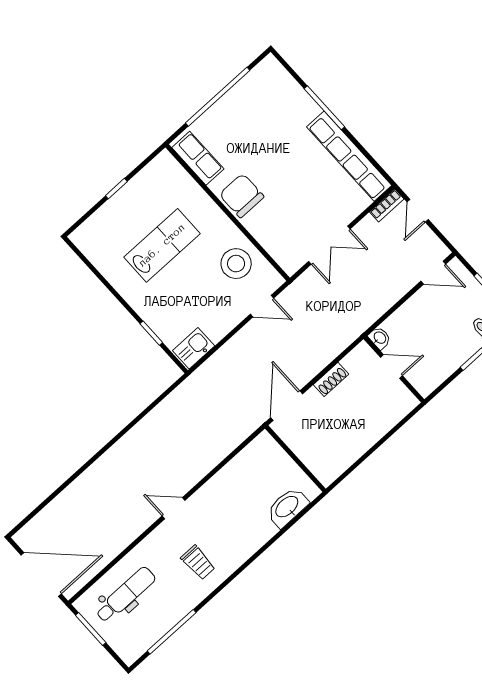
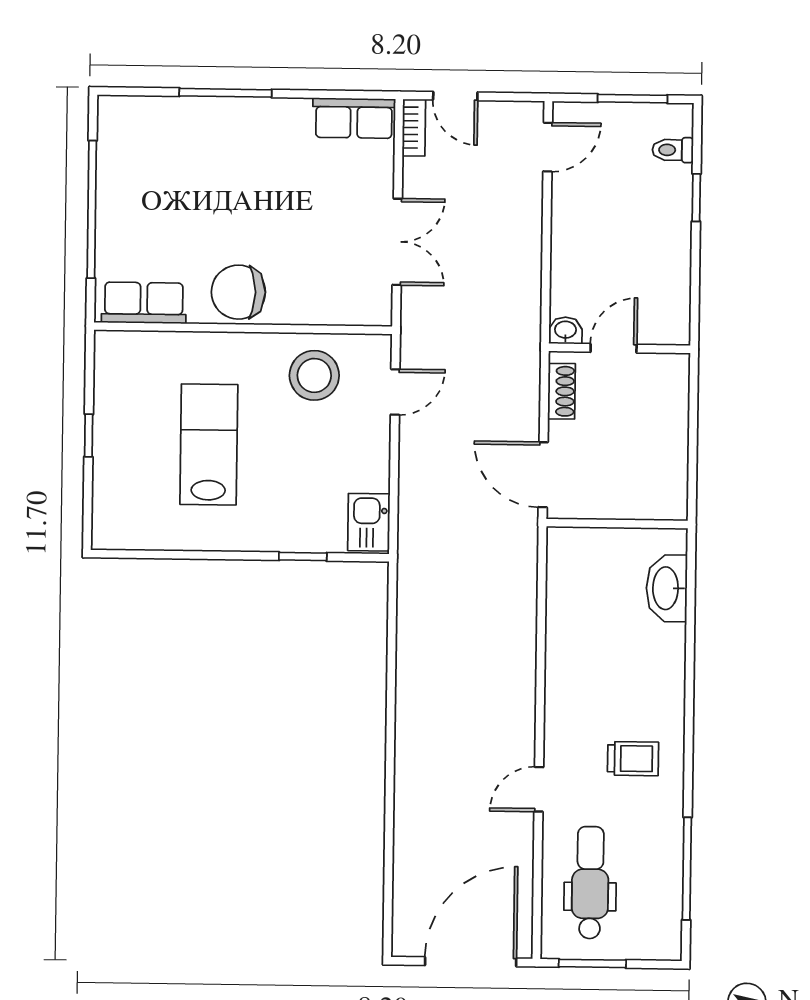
row of seats: (349, 156) -> (354, 118), width x0.50
washbasin: (380, 338) -> (565, 330), moved
door: (392, 366) -> (614, 348), moved
wall: (394, 369) -> (620, 348), moved
door: (173, 508) -> (539, 789), moved

